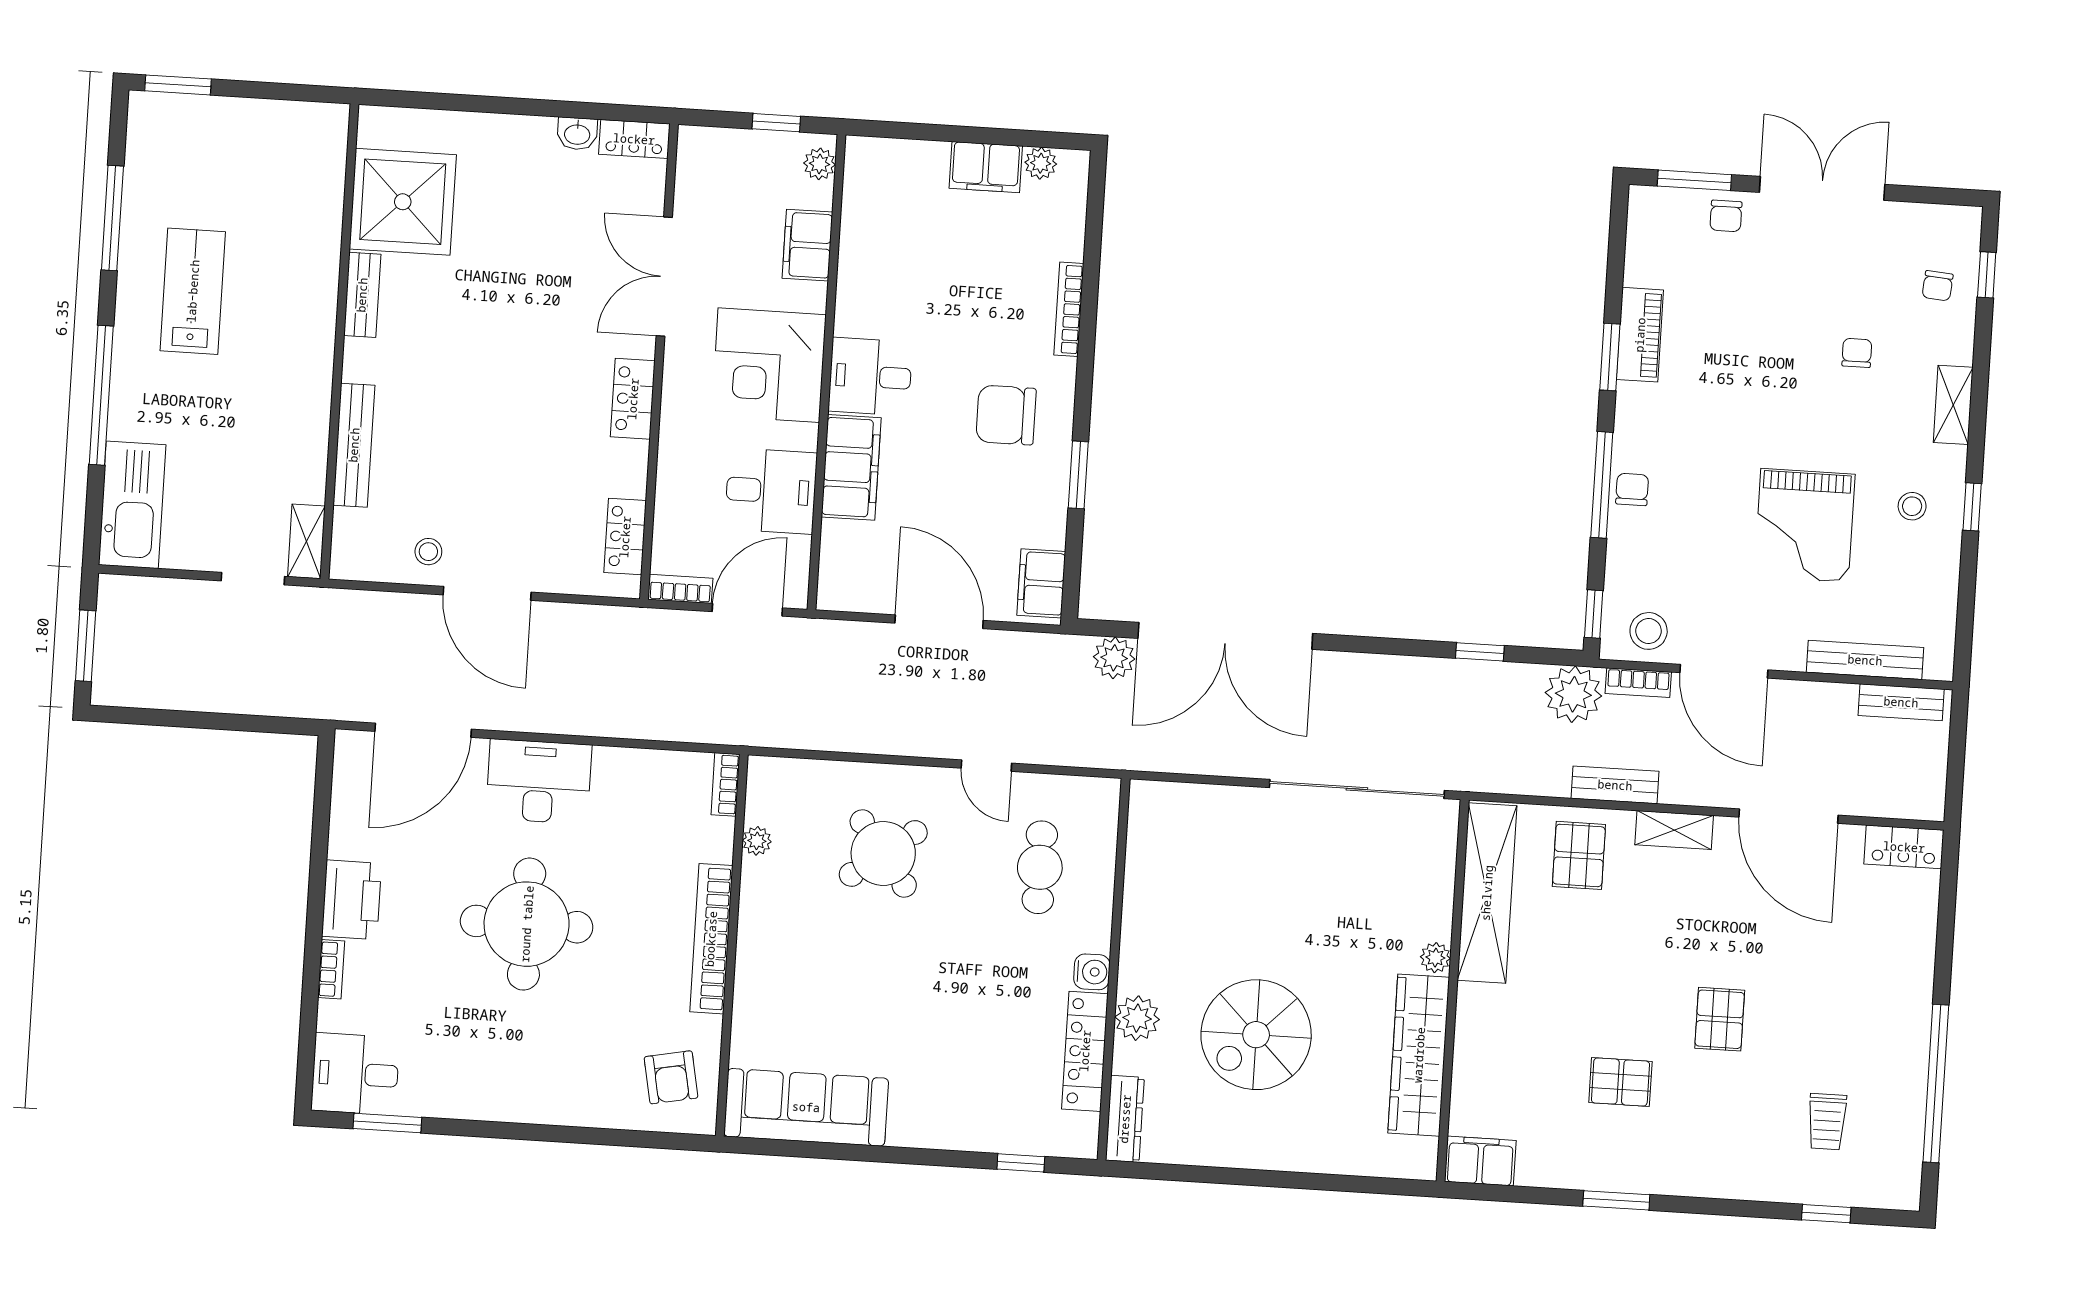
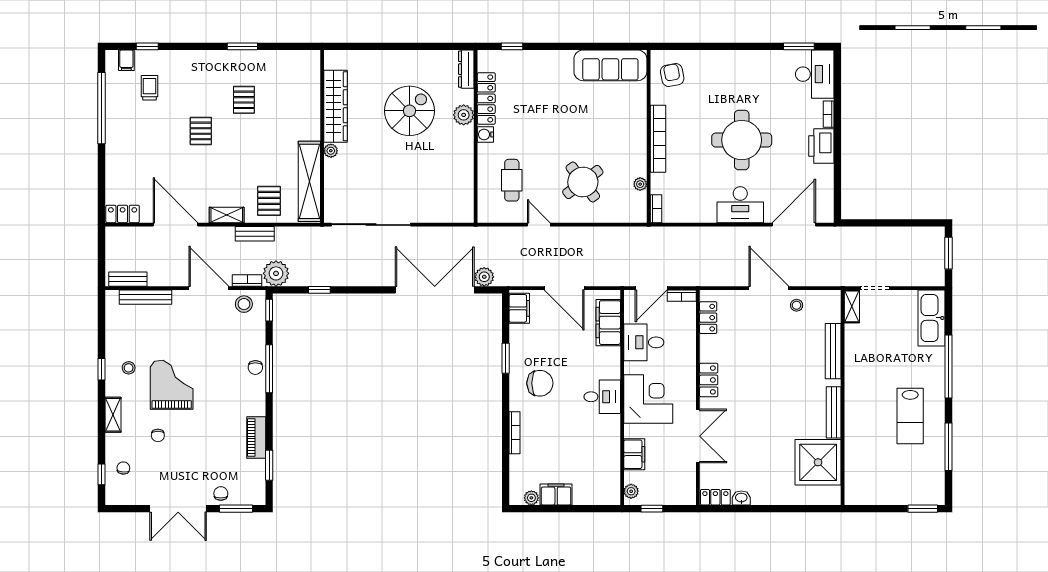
bench: (362, 295) -> (834, 412), width x1.36
window: (1610, 357) -> (269, 465), moved
filing cabinet: (851, 467) -> (608, 323), moved
grand piano: (1805, 525) -> (172, 385), moved
desk: (355, 1074) -> (815, 74), width x1.37
pallet: (1620, 1082) -> (244, 100), turned 90
filing cabinet: (1480, 1161) -> (126, 60), moved, width x0.50

